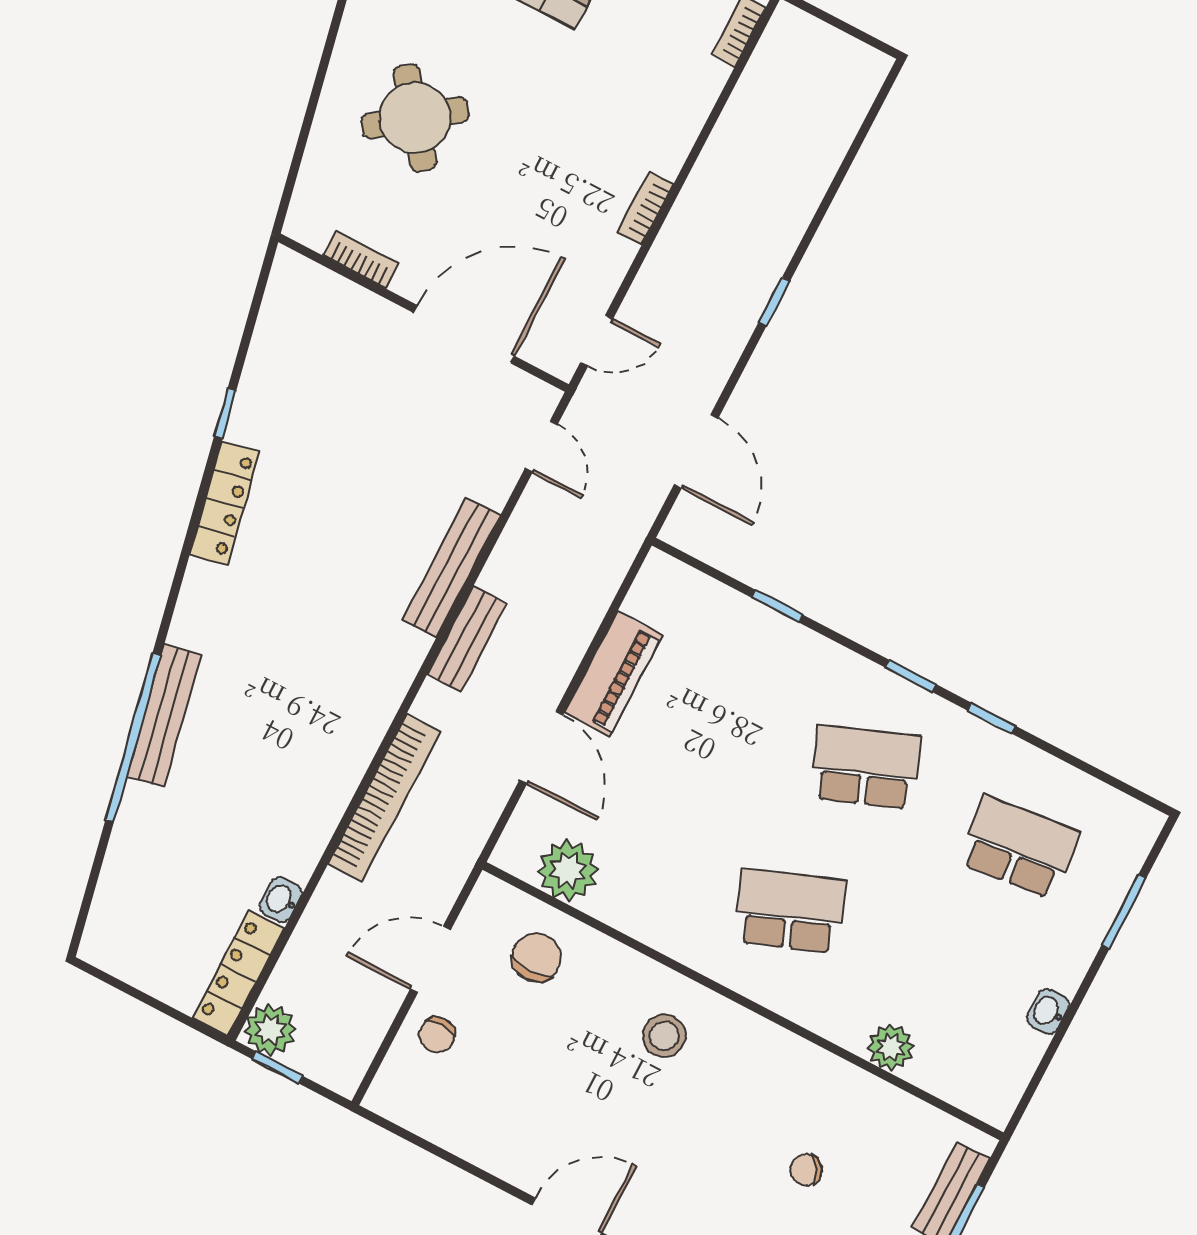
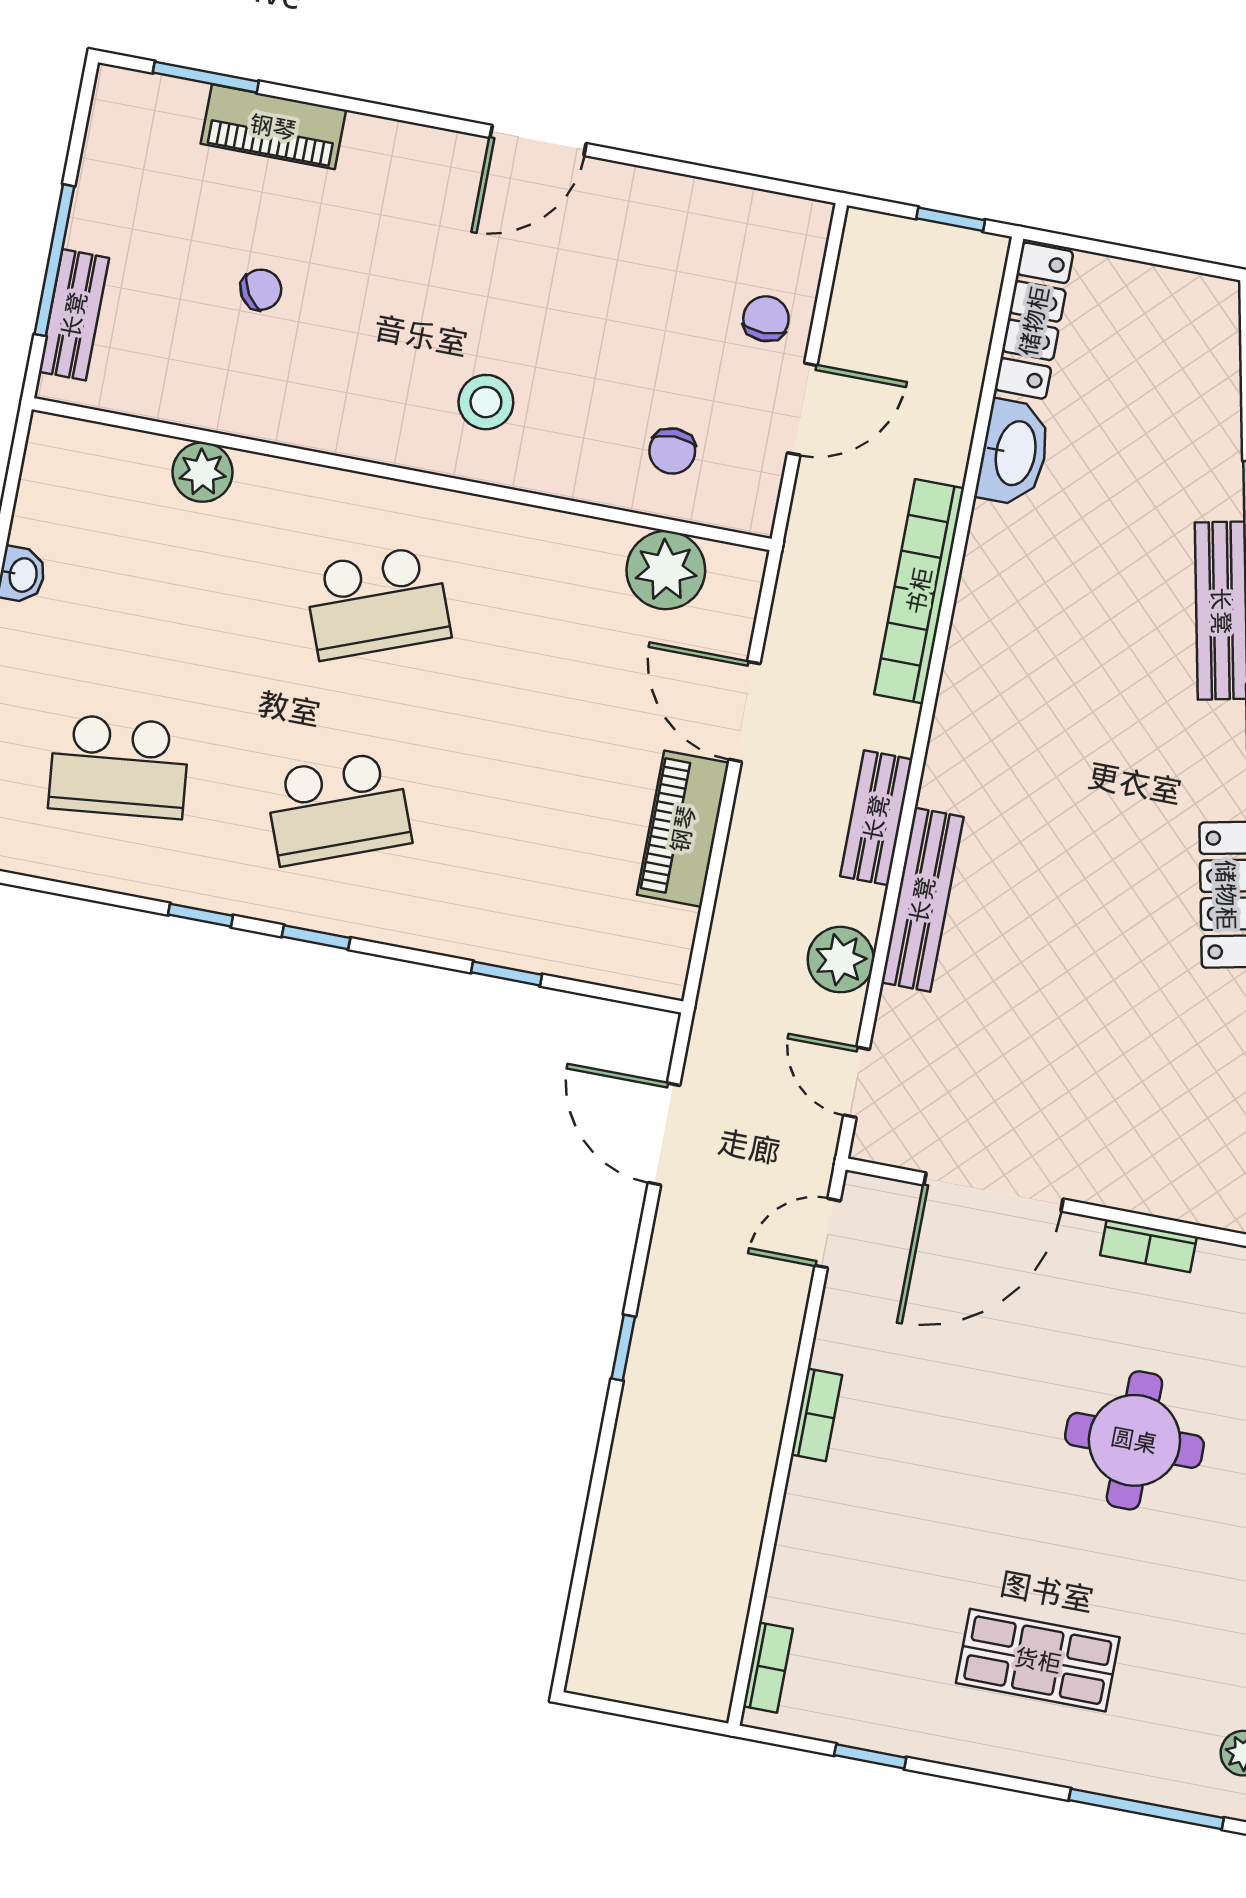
round table: (415, 118) -> (1134, 1440), turned 38
washbasin: (281, 900) -> (1014, 453), width x1.91, depth x1.45
chair: (536, 958) -> (672, 451), width x0.73, depth x0.73
plant: (270, 1030) -> (841, 960), moved

